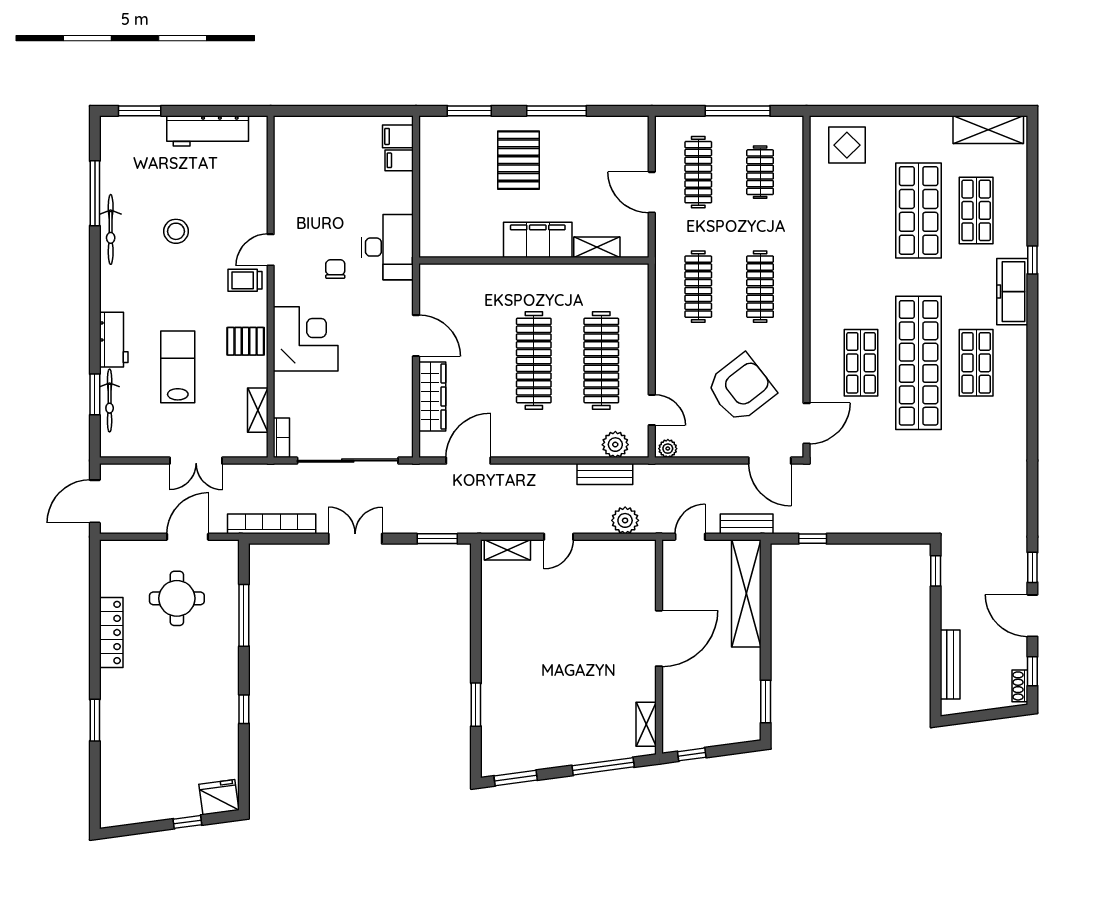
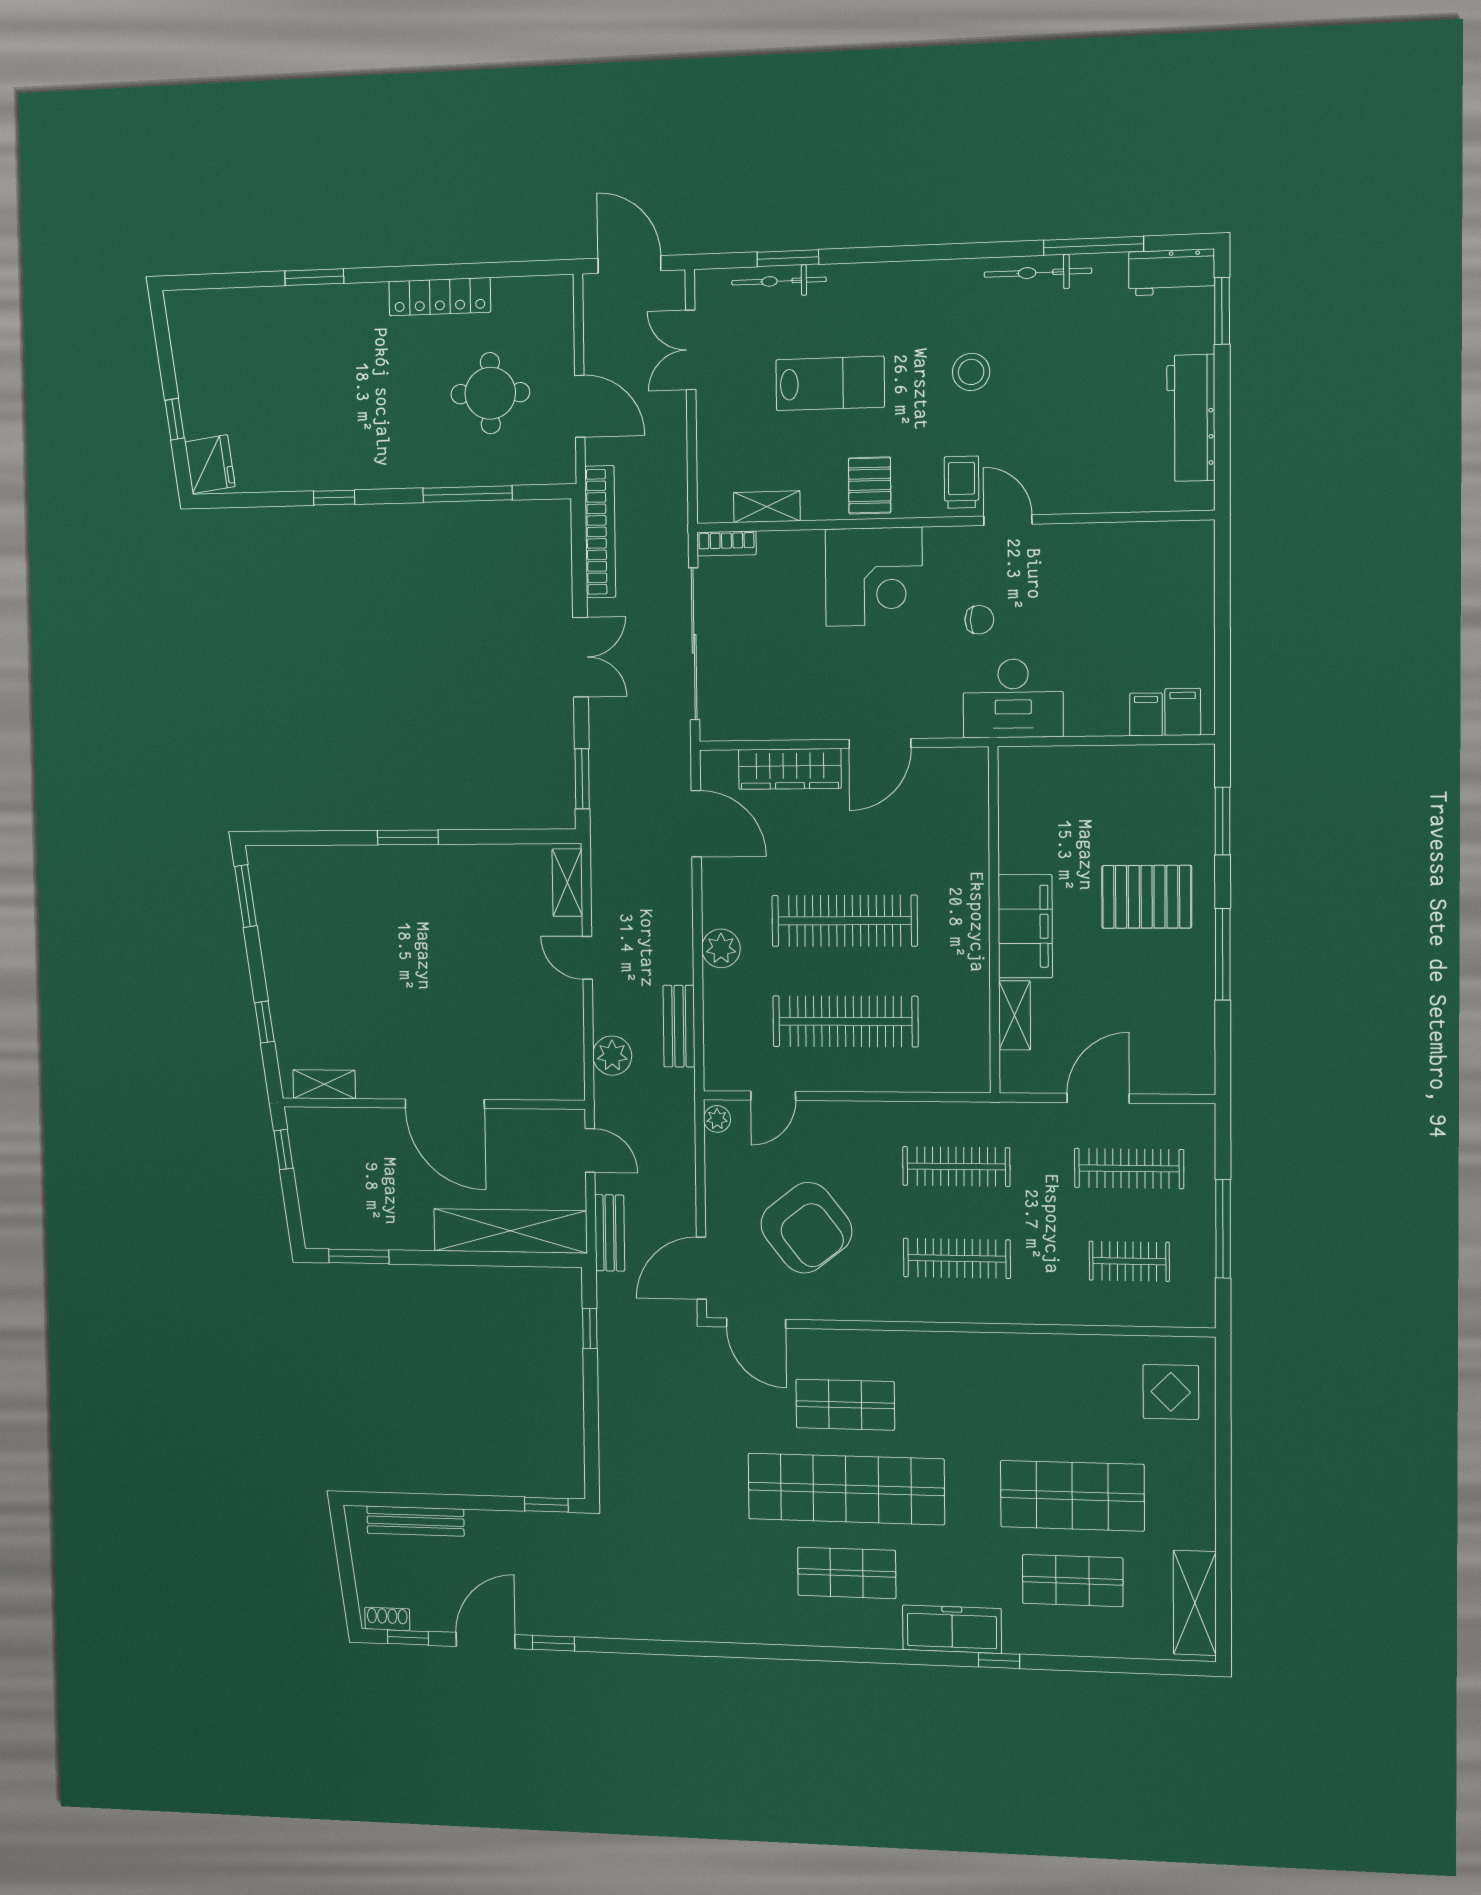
stool: (176, 231) -> (971, 372), moved
workbench: (114, 340) -> (1172, 272), moved
plant: (615, 445) -> (721, 948), moved
double door: (196, 461) -> (691, 350), moved
window: (476, 705) -> (408, 837), moved
window: (603, 766) -> (264, 1022), width x0.46

